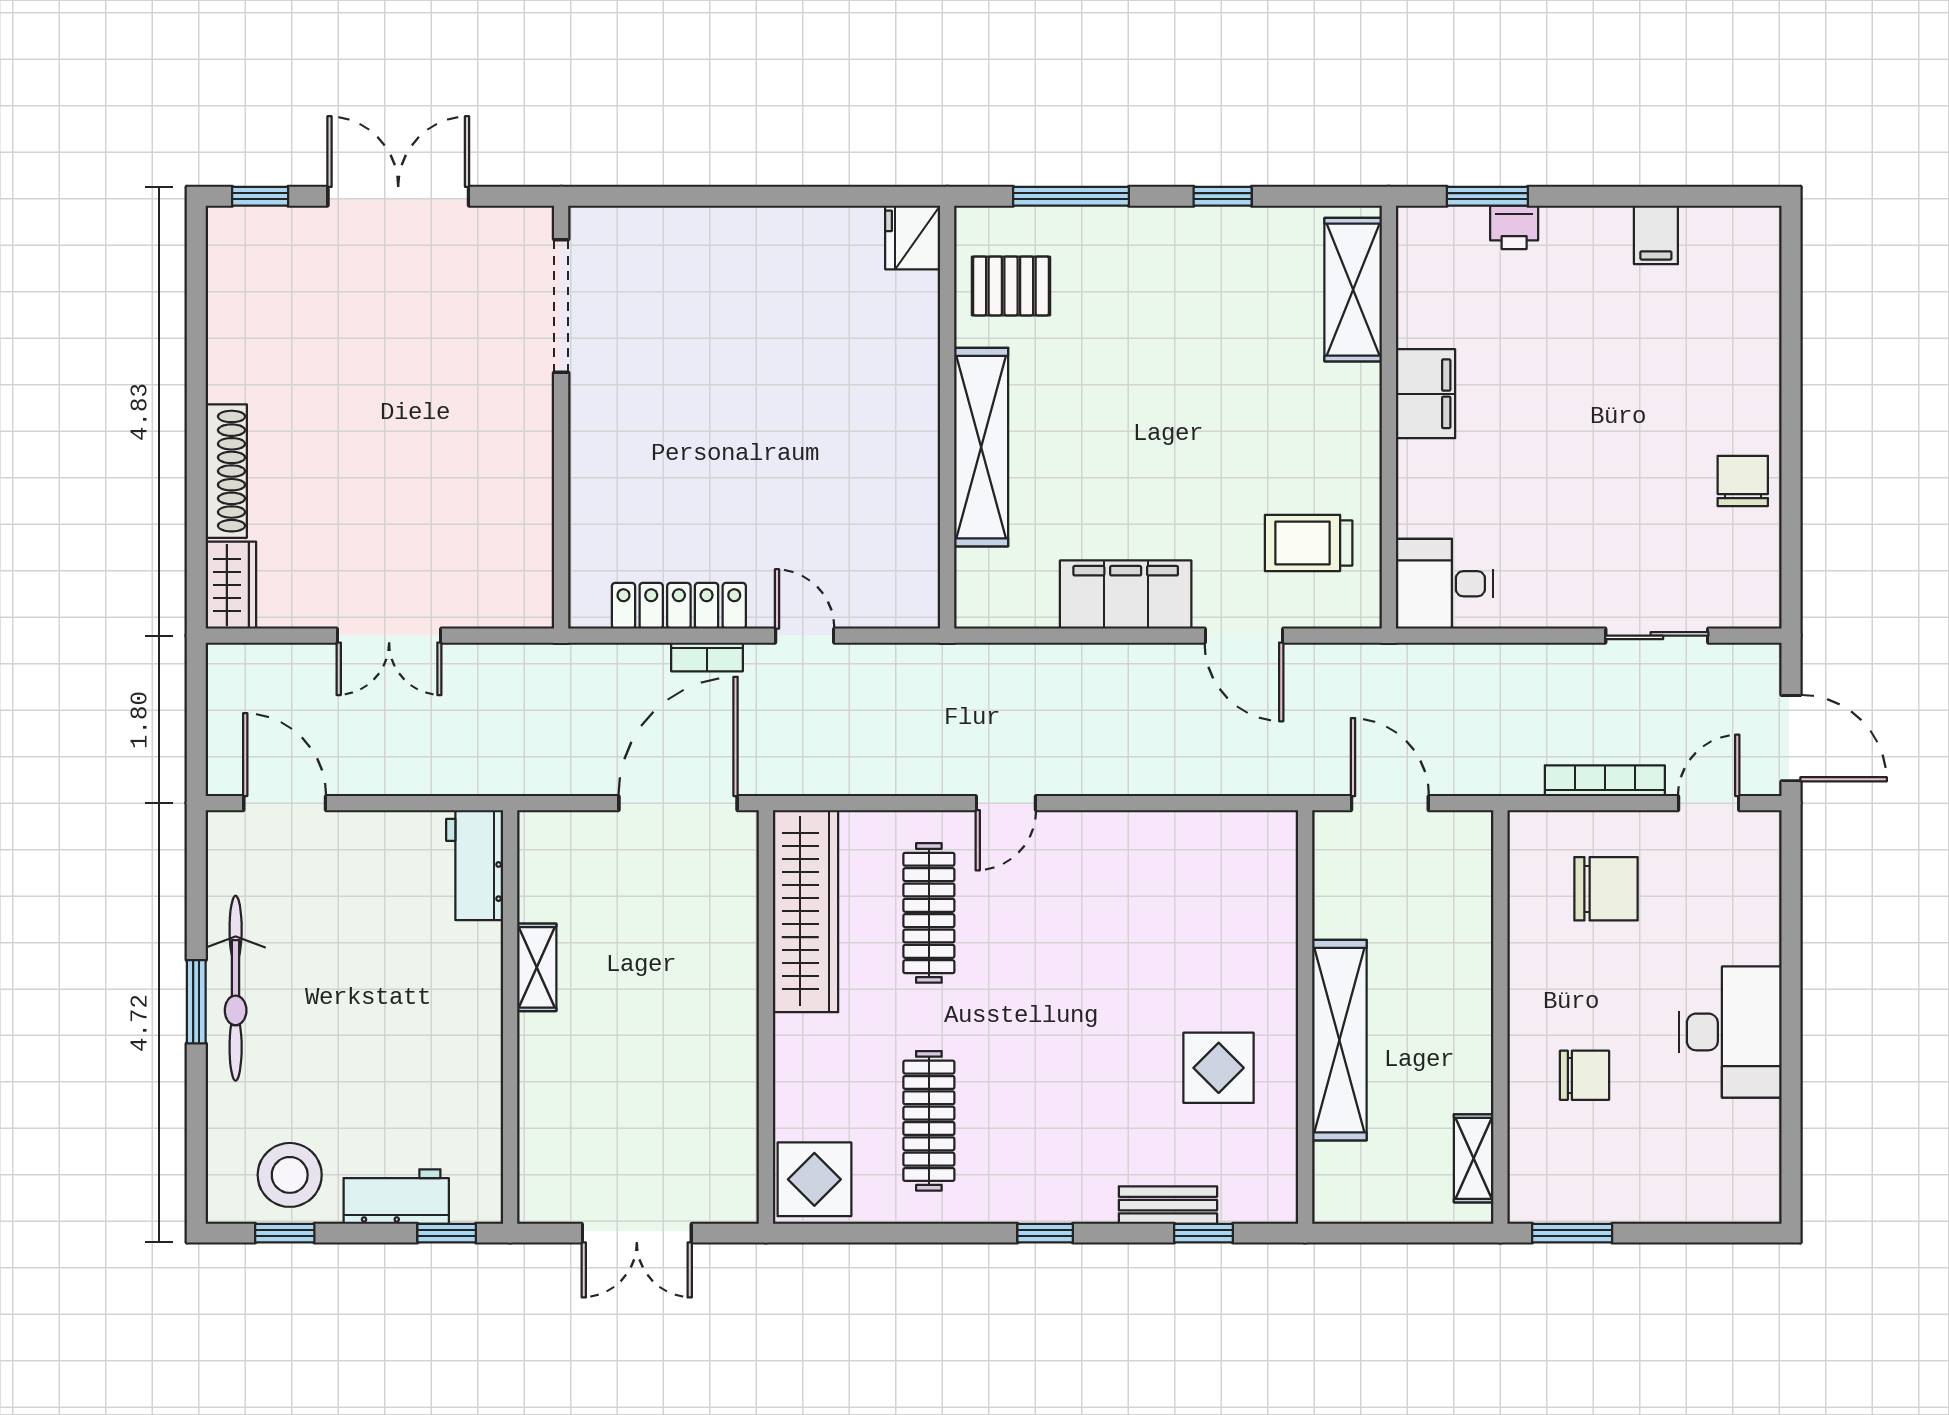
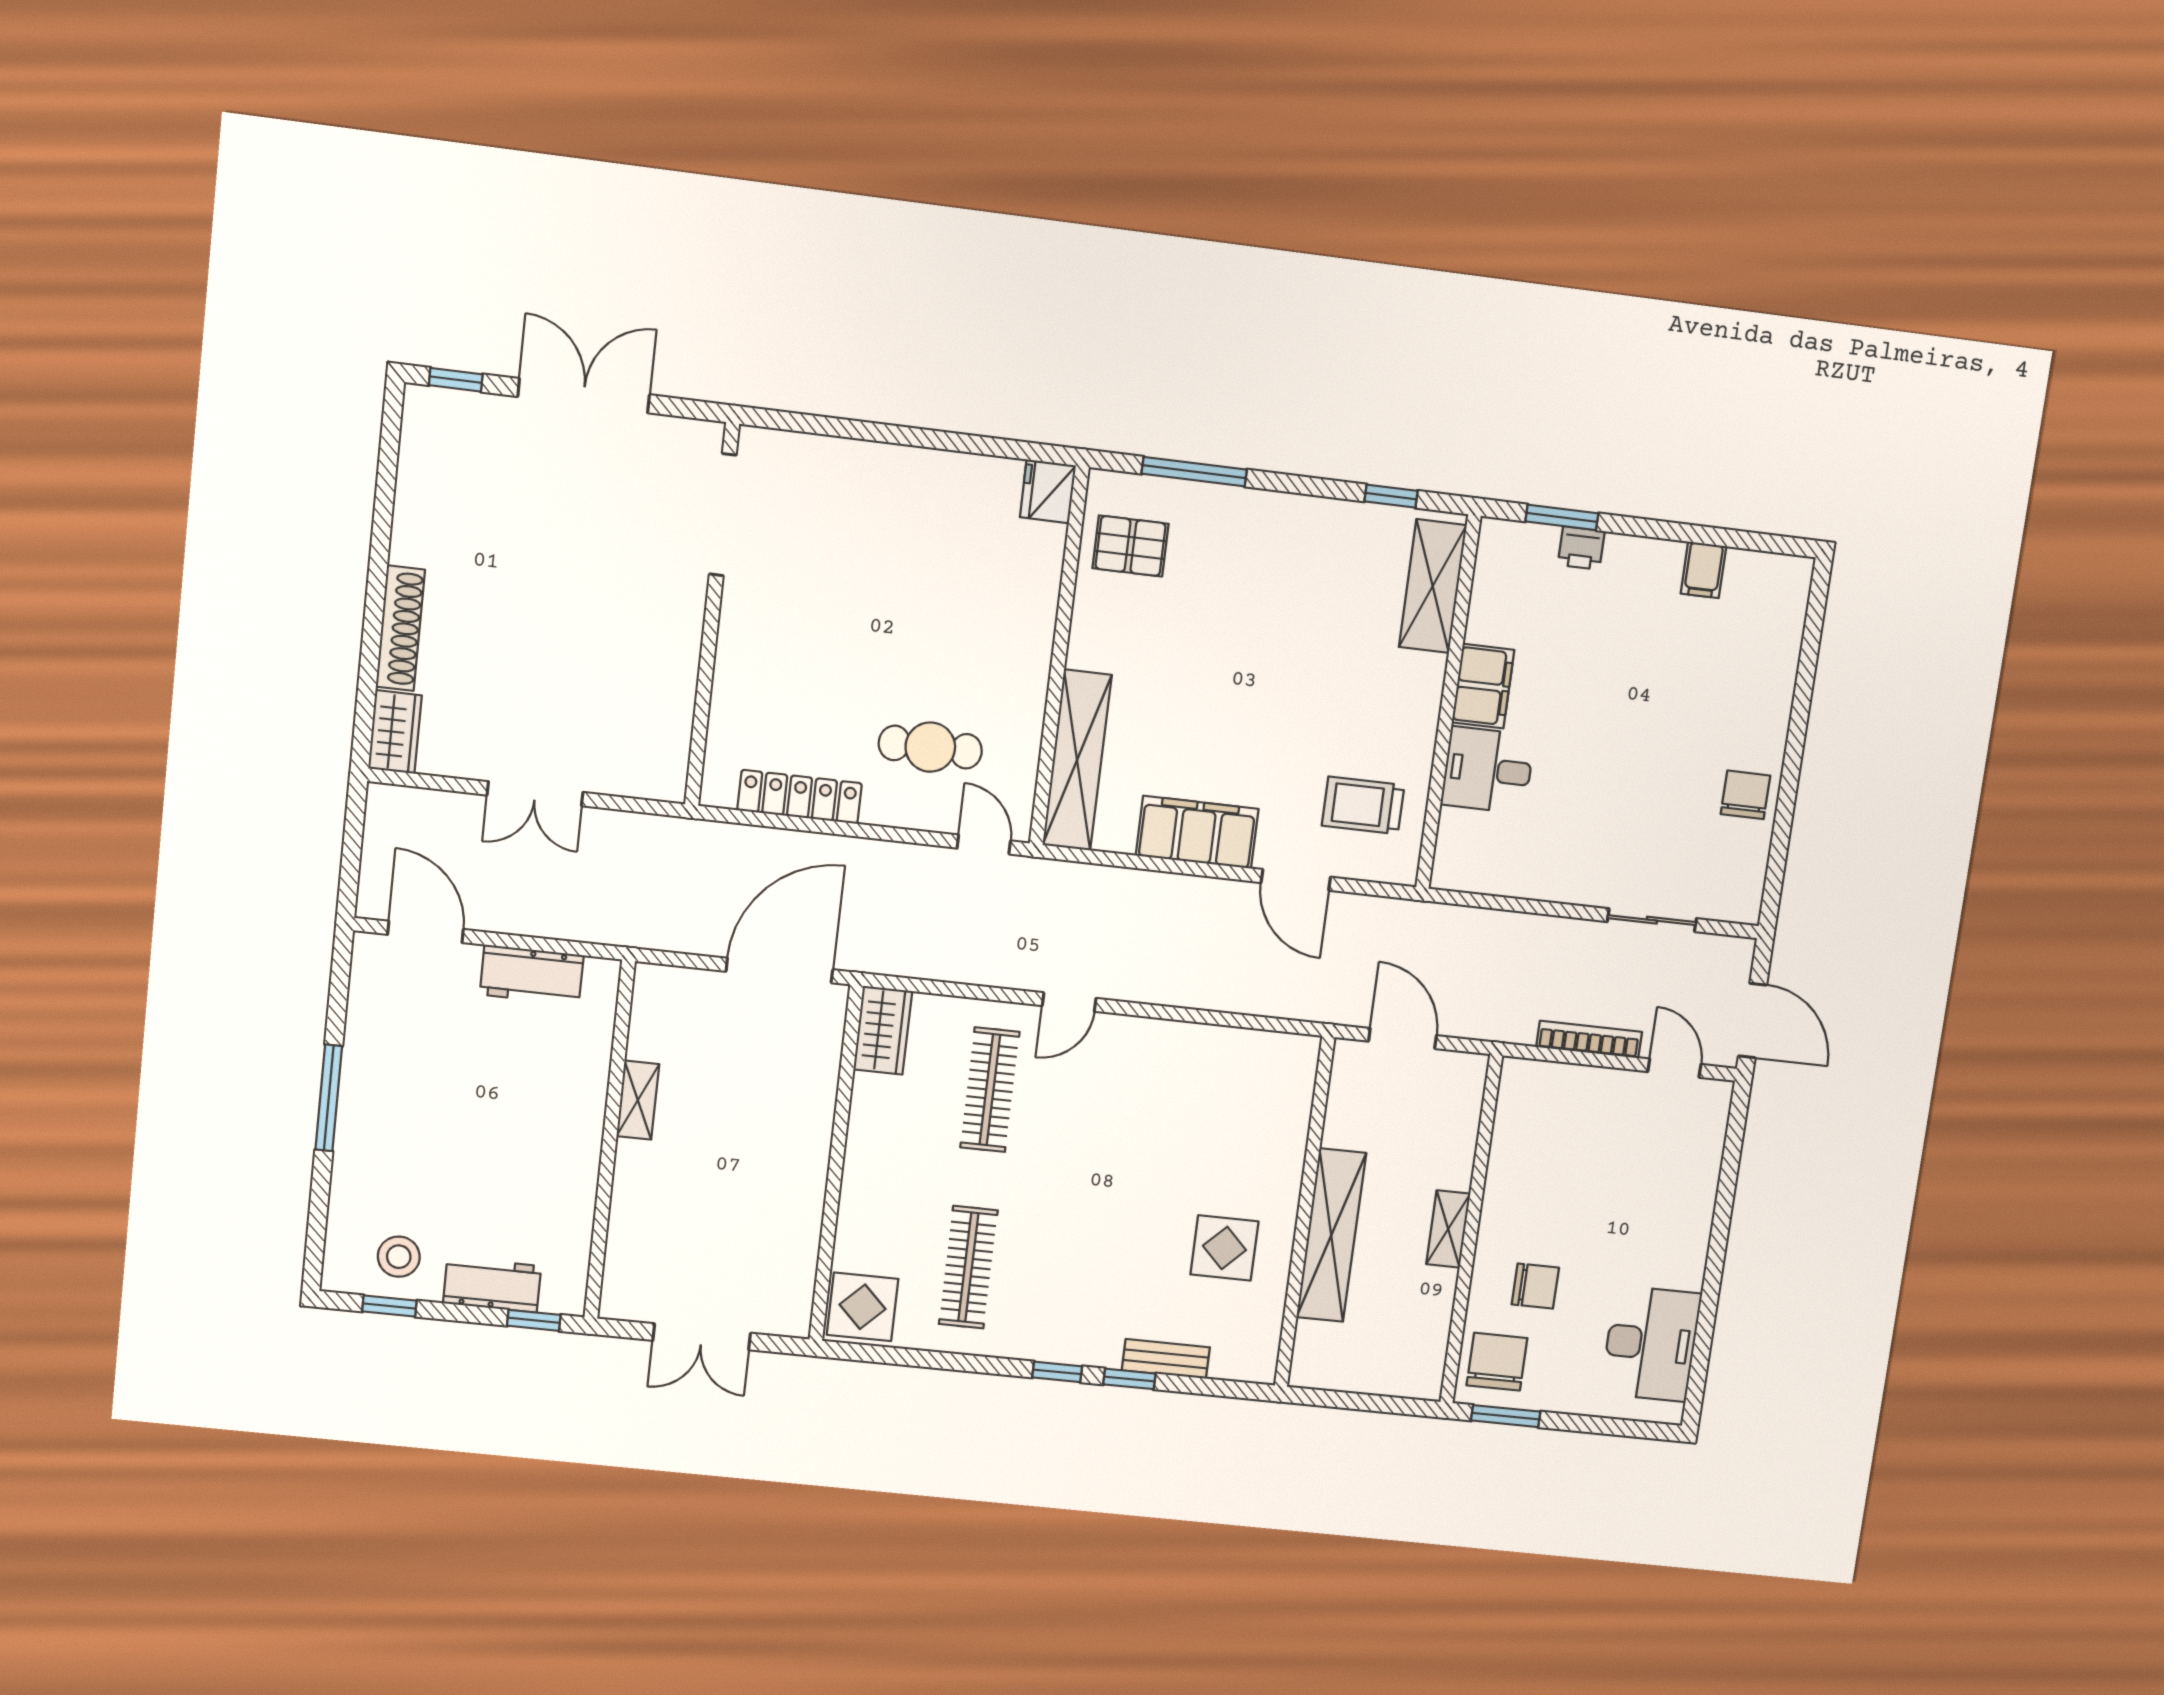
window: (1223, 196) -> (1391, 496), moved
shelving: (981, 447) -> (1077, 760), moved
cafe table: (817, 534) -> (930, 747), added
desk: (1444, 584) -> (1488, 770), moved
door: (805, 636) -> (984, 845), moved
bookcase: (707, 657) -> (820, 845), removed
door: (1709, 803) -> (1674, 1068), hinge flipped
workbench: (475, 865) -> (532, 975), moved, turned -90
chair: (1606, 889) -> (1497, 1362), moved, turned -90
wardrobe: (805, 911) -> (883, 1030), width x0.48, depth x0.85
bicycle: (236, 988) -> (365, 1090), removed
window: (196, 1002) -> (329, 1098), width x1.44
desk: (1730, 1032) -> (1651, 1344), moved
shelving: (1474, 1158) -> (1448, 1229), moved
stool: (290, 1175) -> (399, 1257), width x0.73, depth x0.73
window: (1204, 1233) -> (1129, 1379), moved

